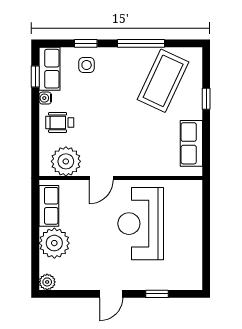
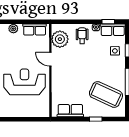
plant: (54, 243) -> (13, 29), width x0.53, depth x0.53

